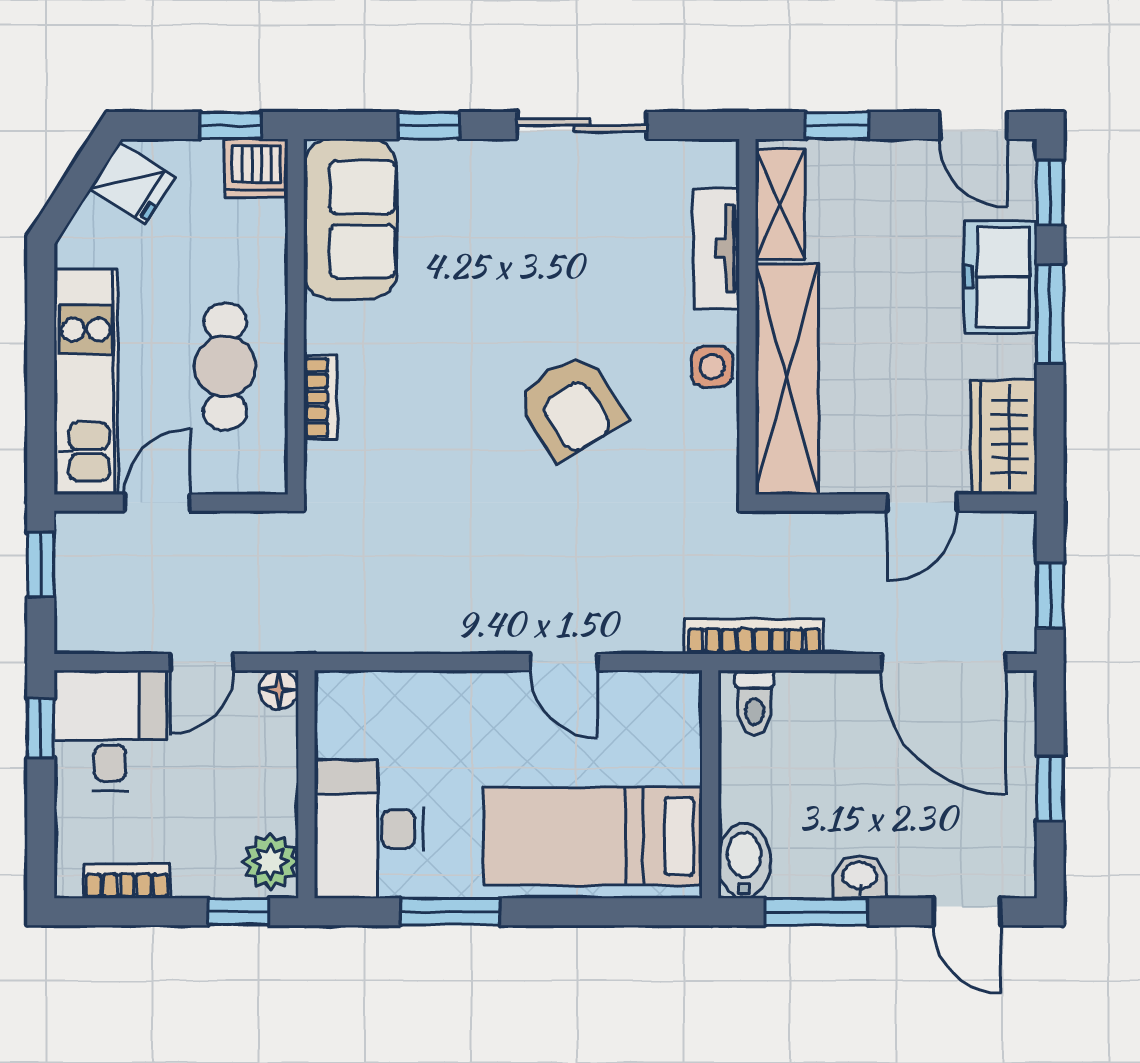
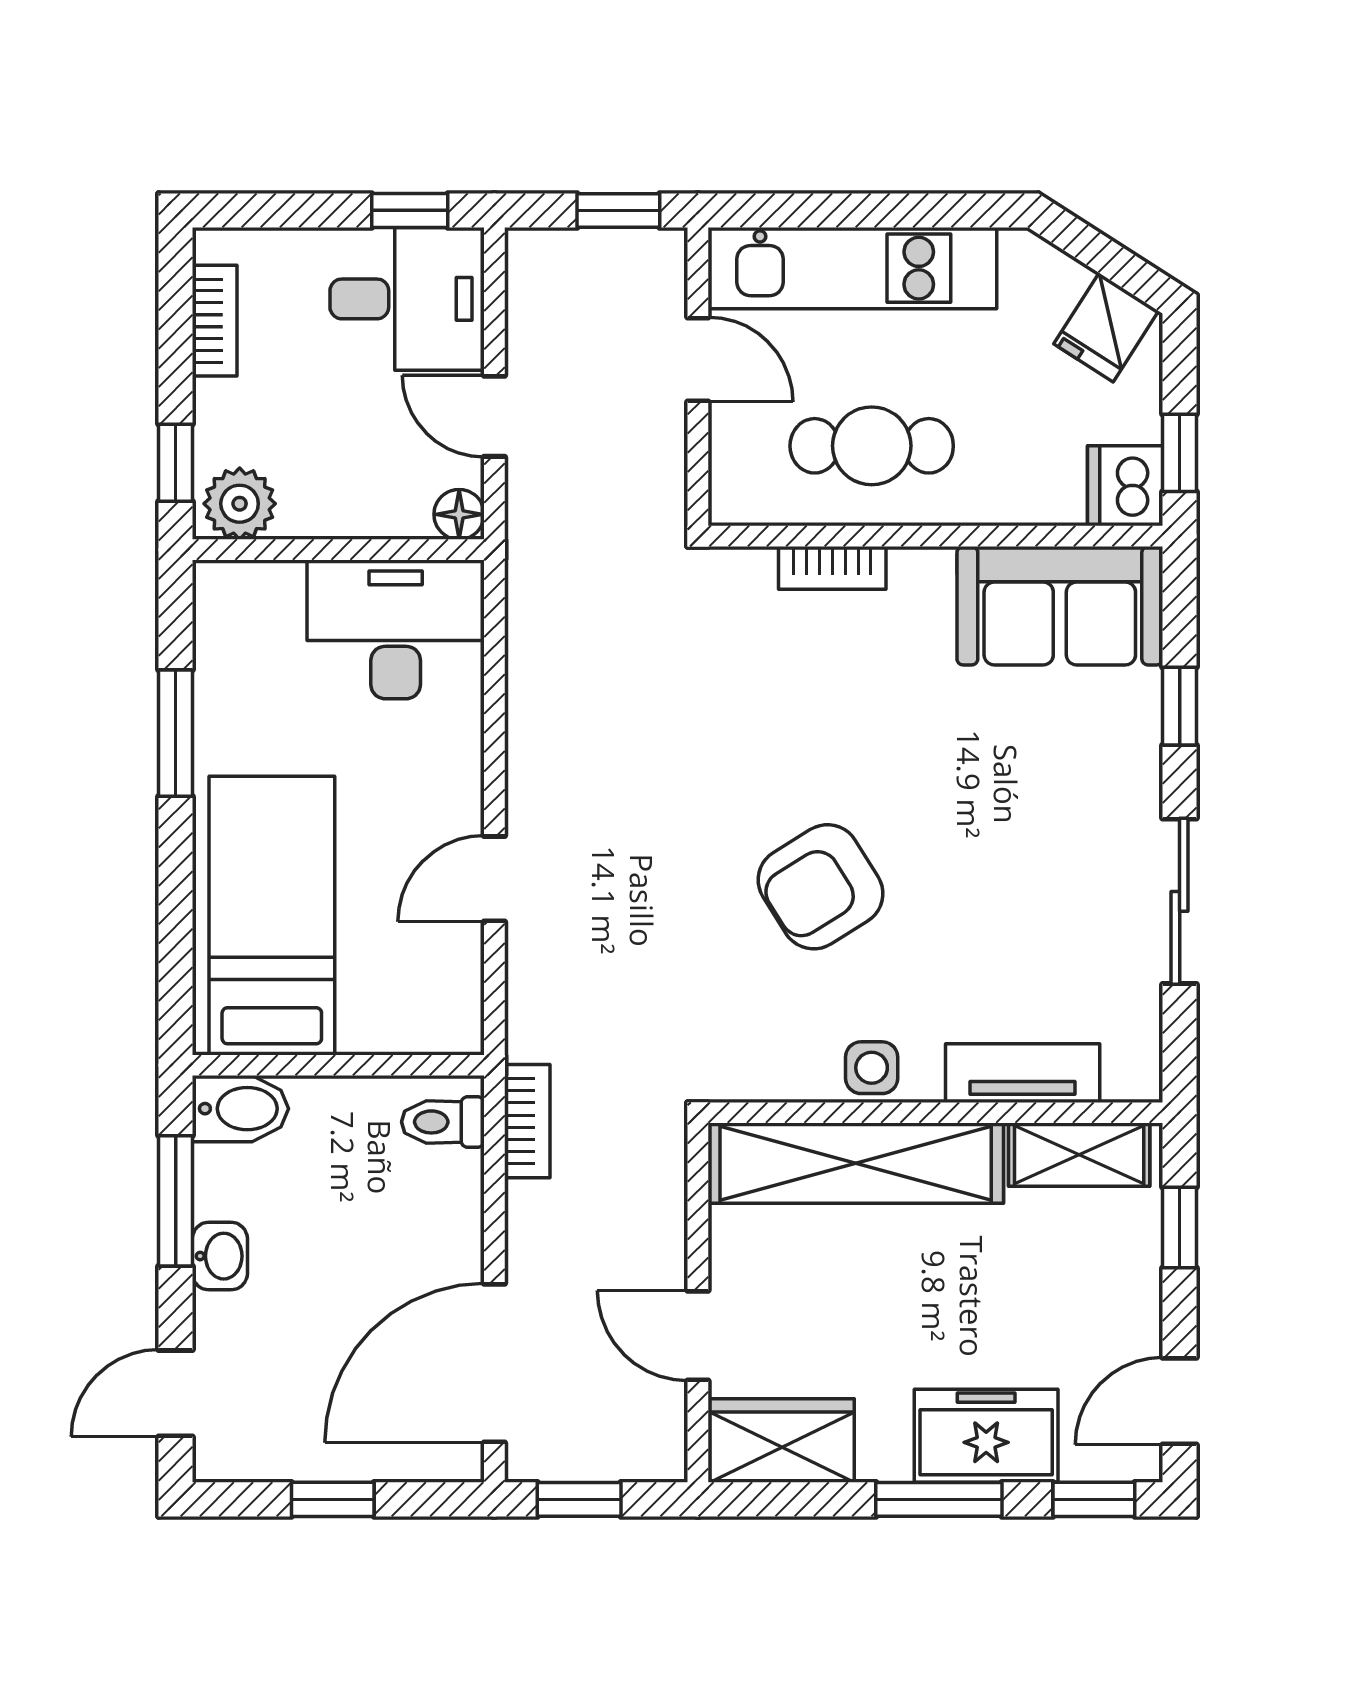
bookcase: (754, 636) -> (527, 1121), width x0.64
desk: (369, 829) -> (396, 629), moved

